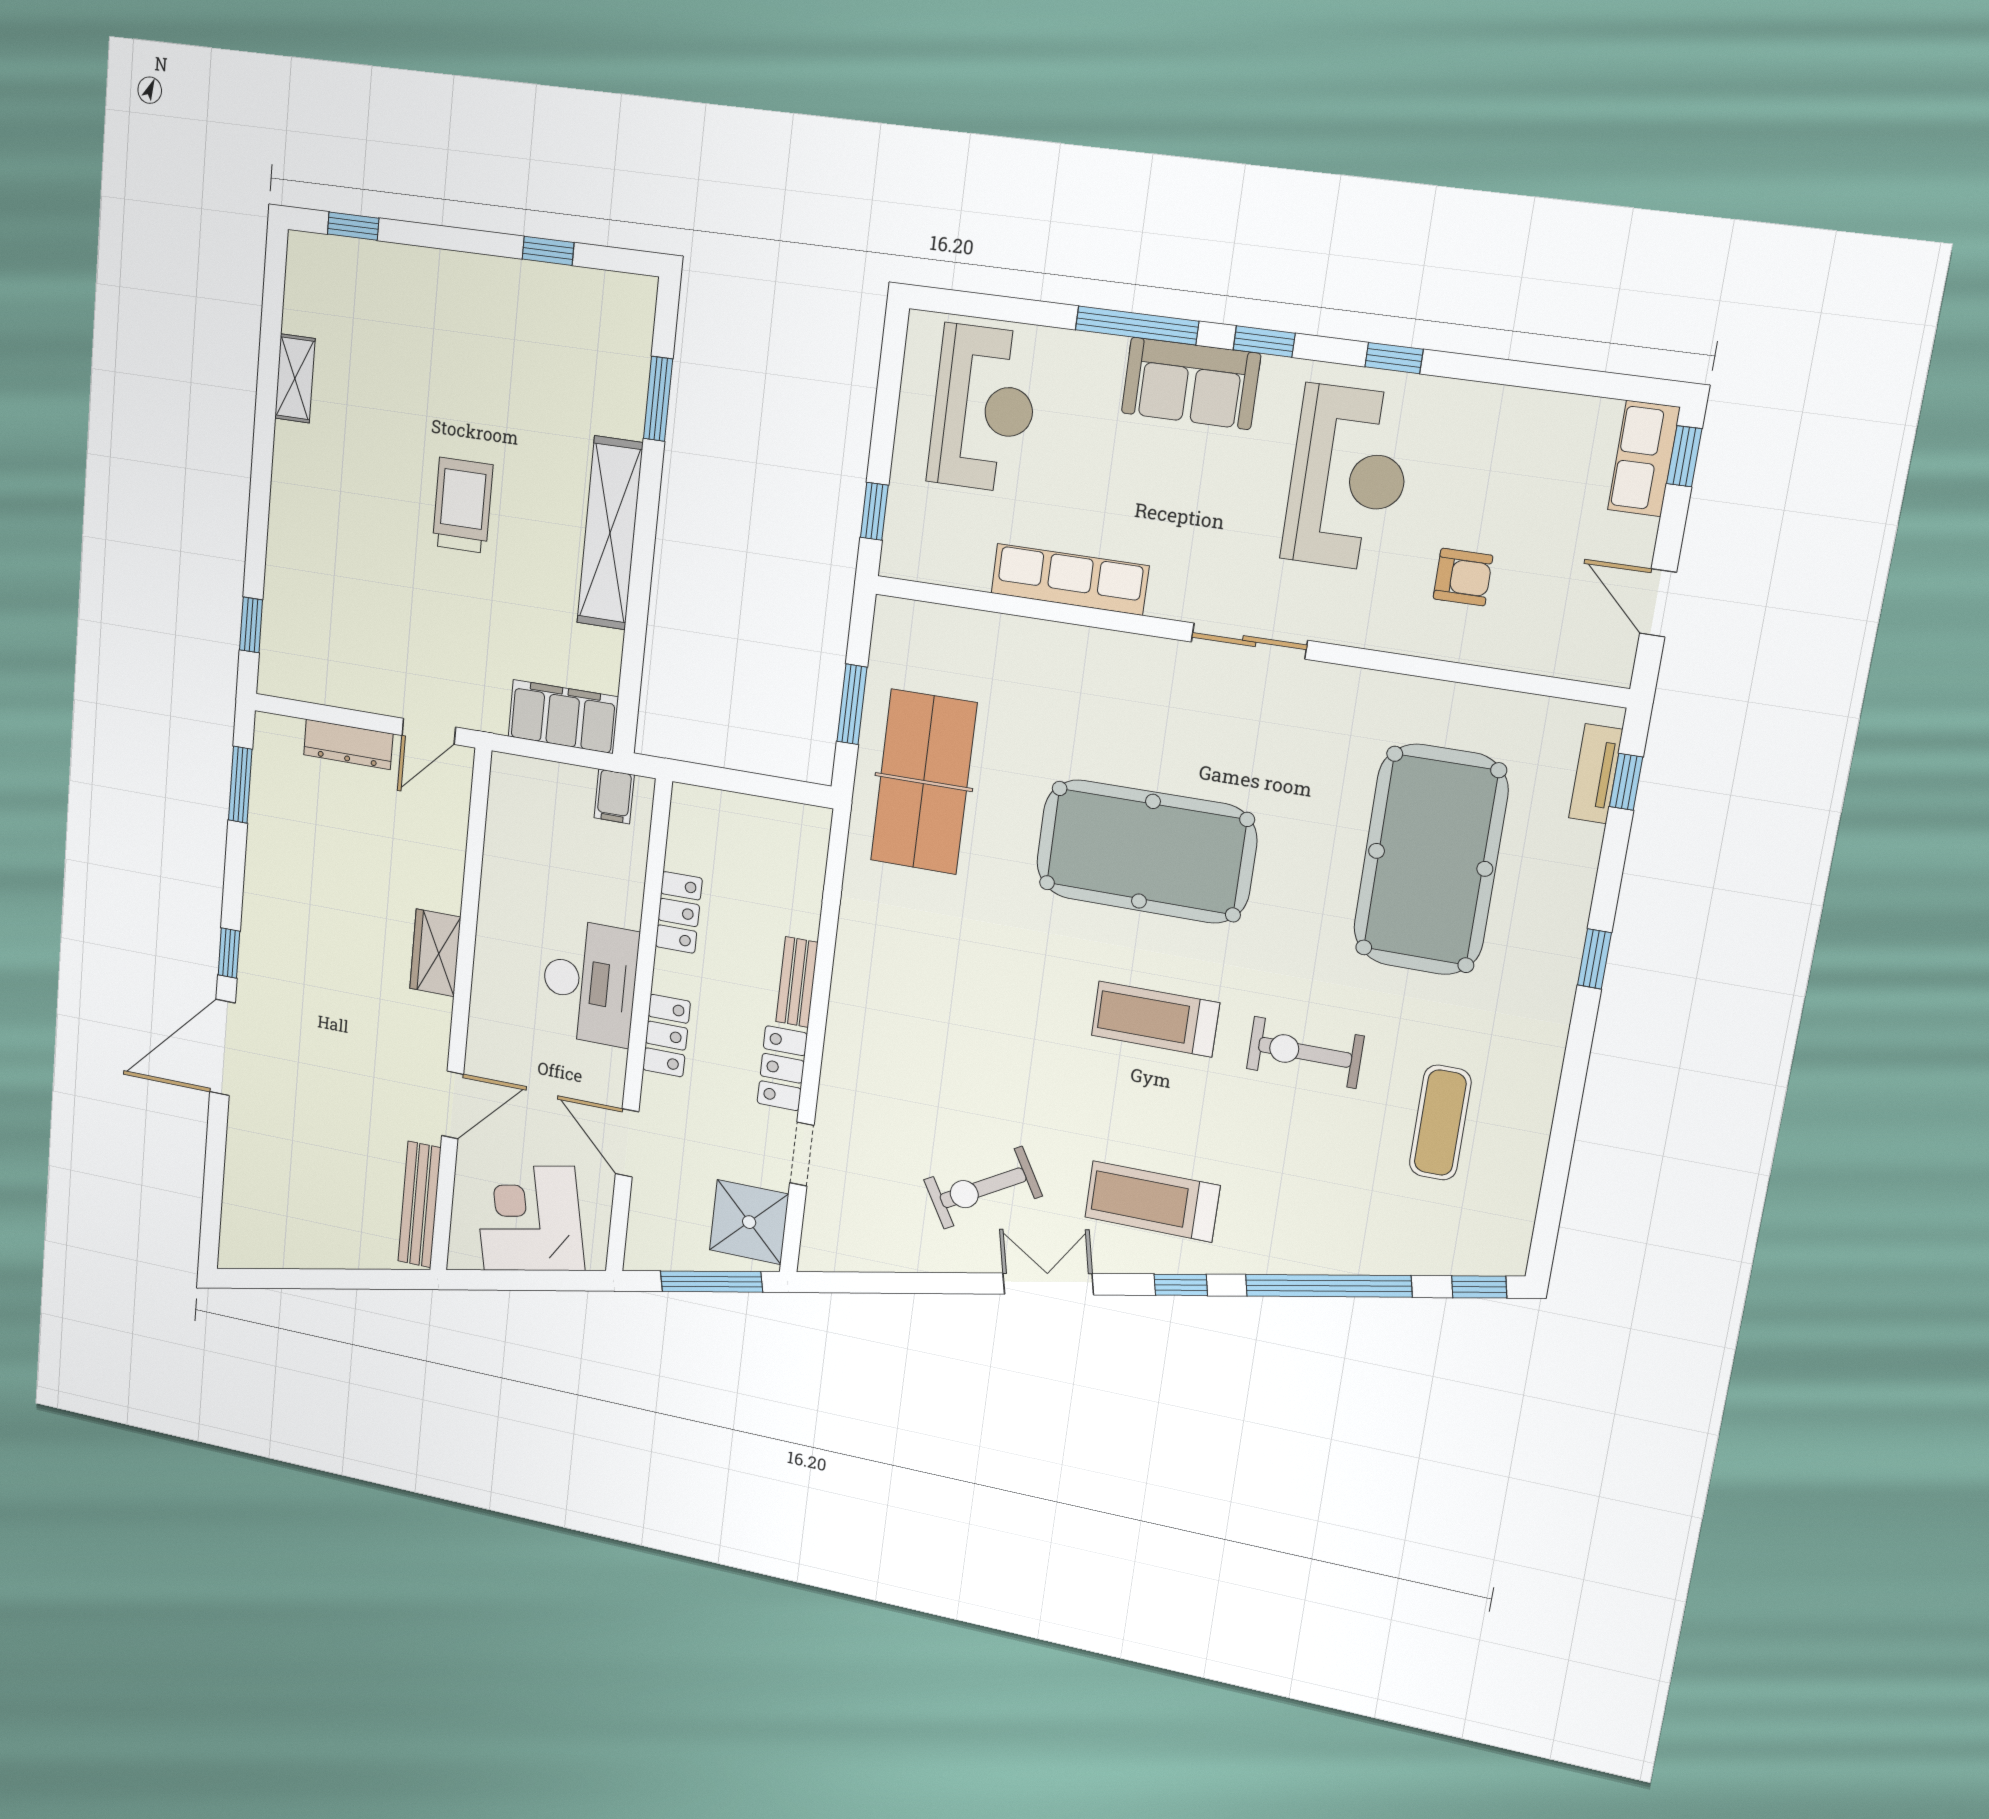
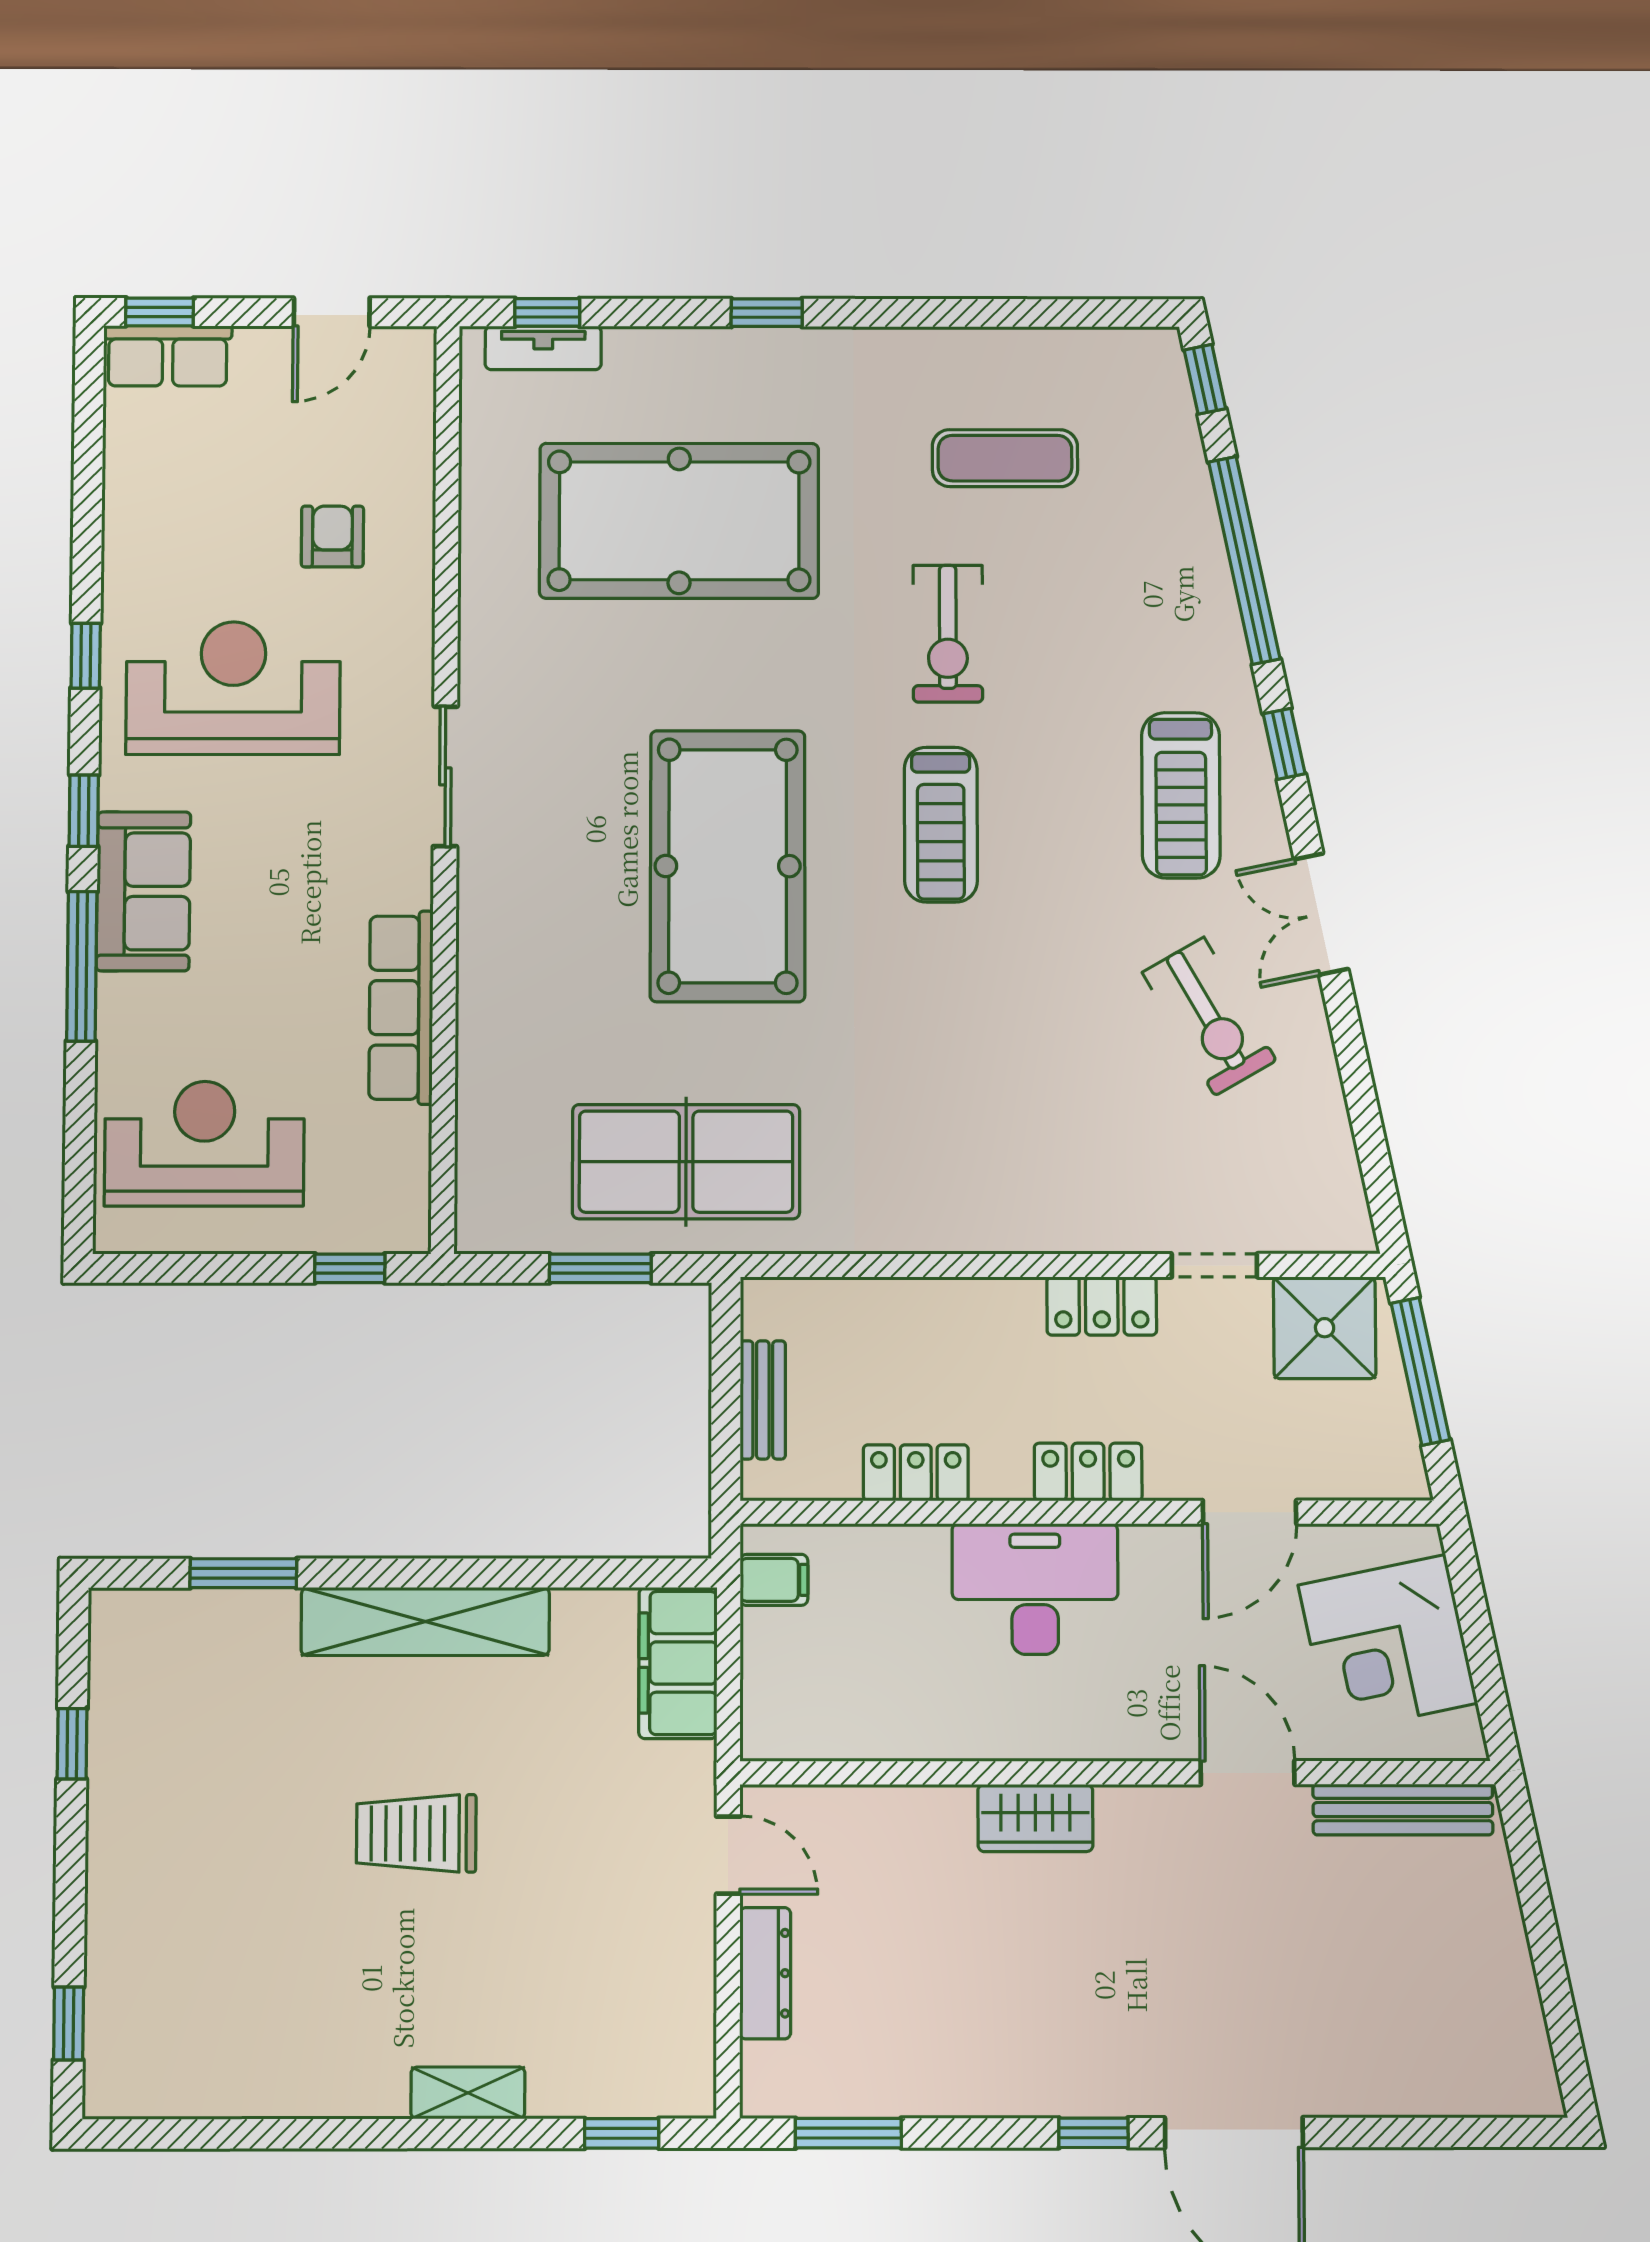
shelving: (295, 378) -> (468, 2093), moved
bench: (797, 982) -> (763, 1400), moved, turned 90

